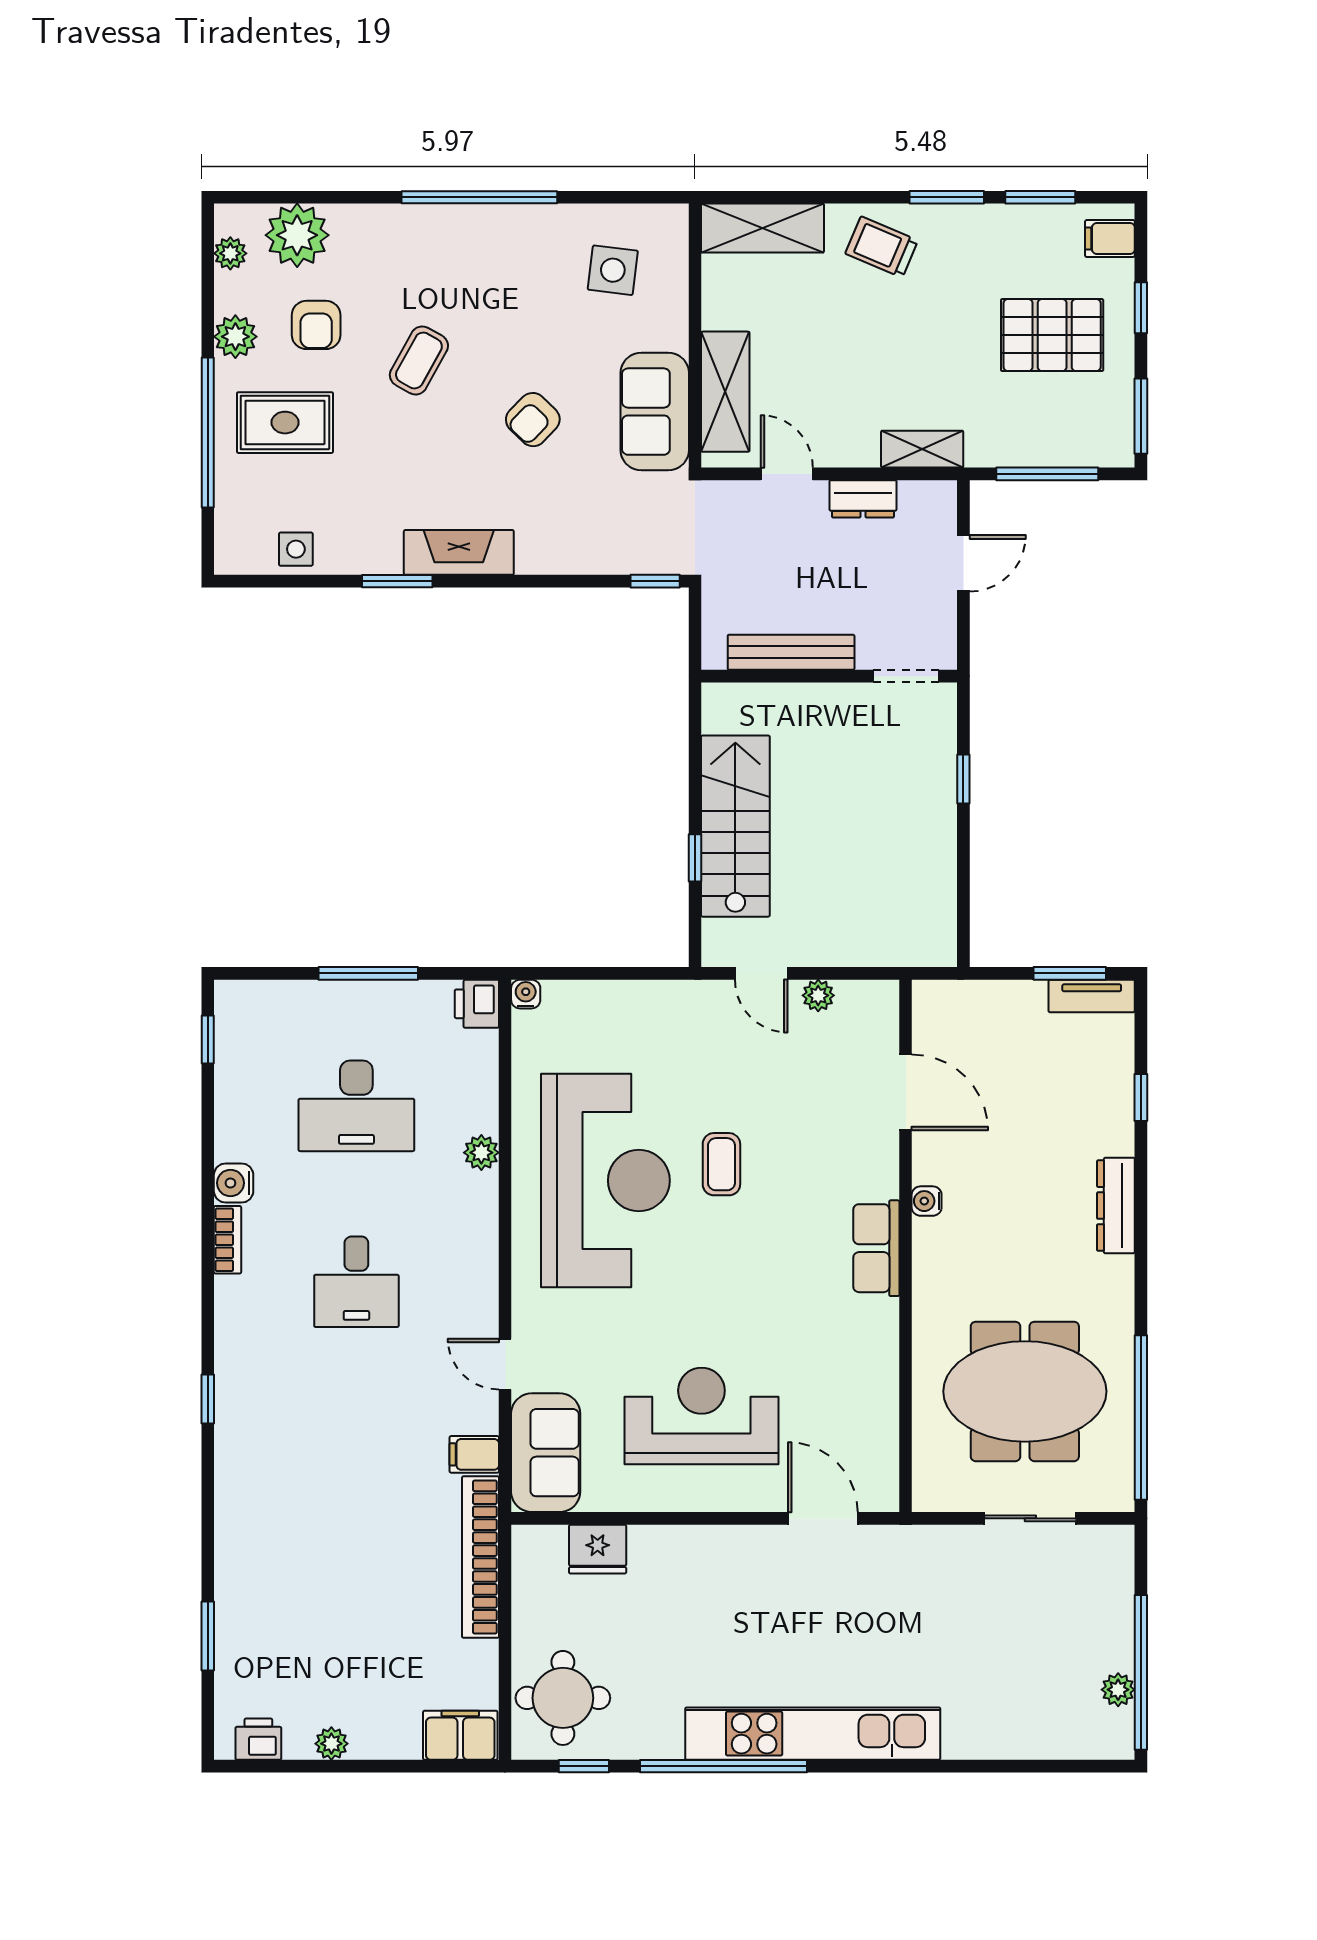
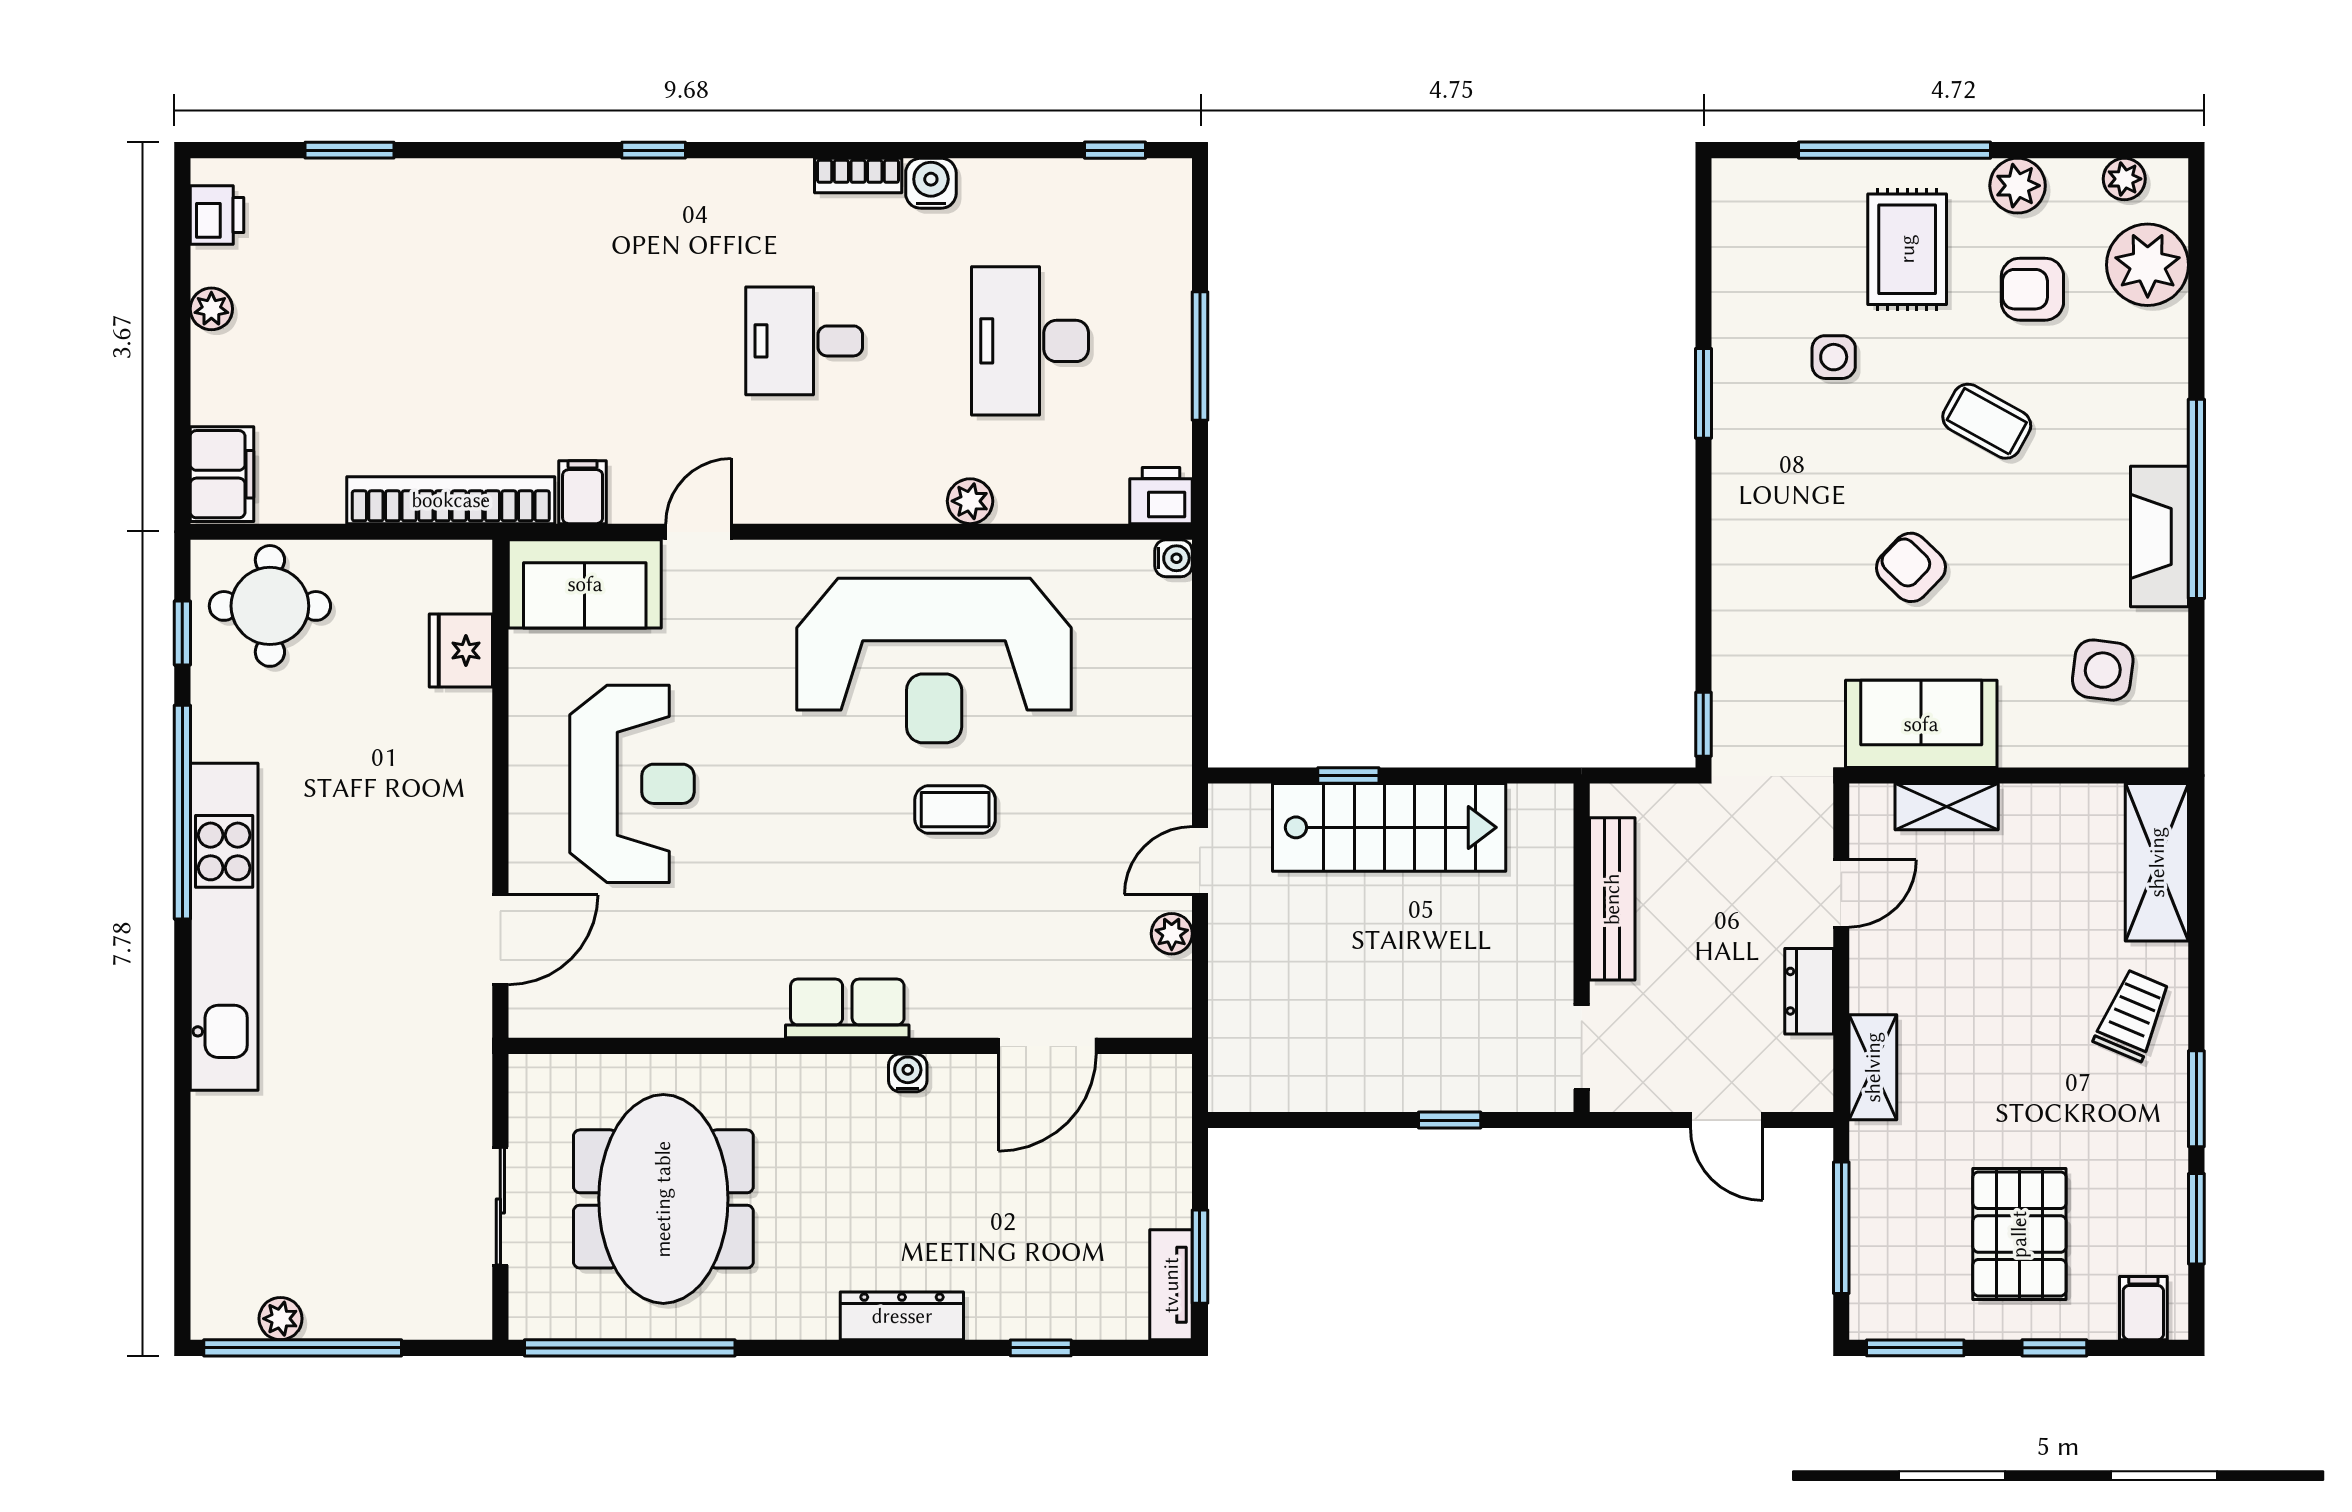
shelving: (725, 392) -> (1947, 807), width x0.67, depth x0.75
side table: (296, 549) -> (1834, 357), moved
fireplace: (459, 552) -> (2159, 536), moved, turned 180

